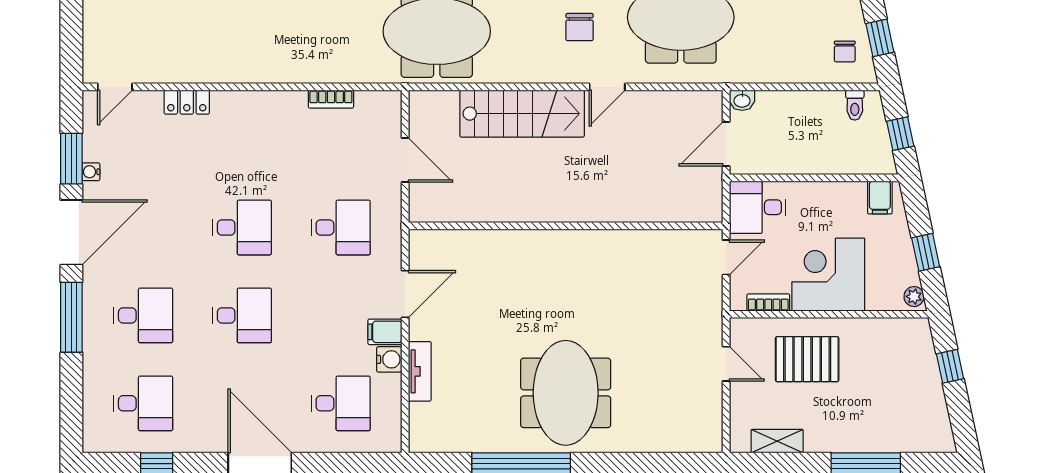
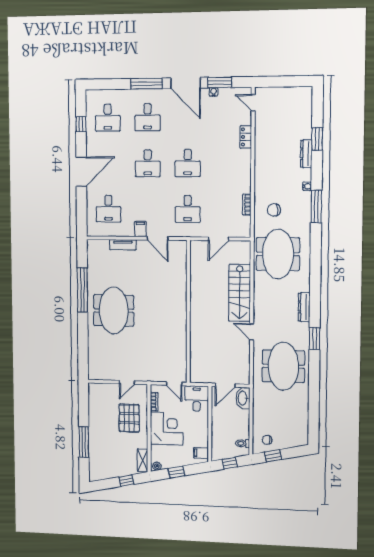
chair: (580, 27) -> (274, 210), moved
washbasin: (742, 100) -> (243, 398), width x1.91, depth x1.45
door: (726, 144) -> (225, 385), swing flipped
water cooler: (389, 359) -> (128, 231), removed
meeting table: (566, 393) -> (114, 310), turned 90
shelving: (777, 441) -> (143, 460), moved

